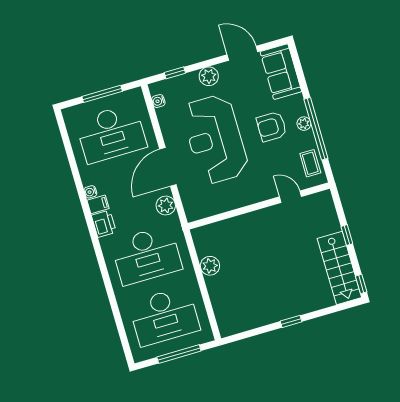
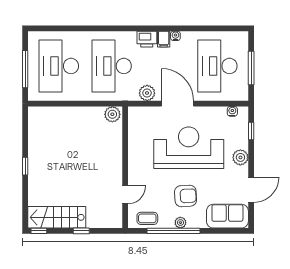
armchair: (272, 127) -> (186, 196), turned 87
plant: (210, 266) -> (112, 114), moved

